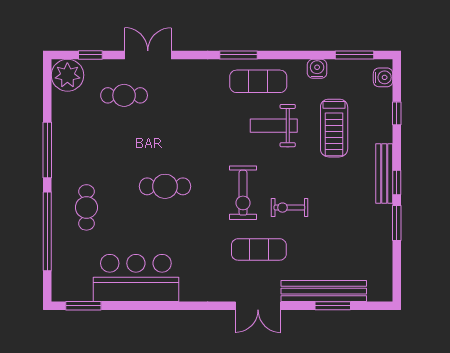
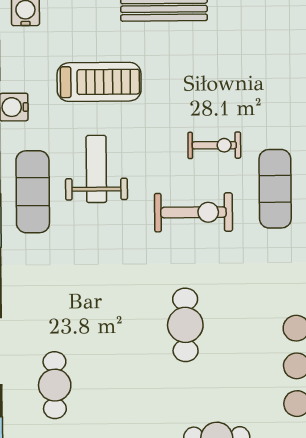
weight bench: (274, 126) -> (96, 169), turned 180
exercise bike: (289, 208) -> (214, 145), turned -90

